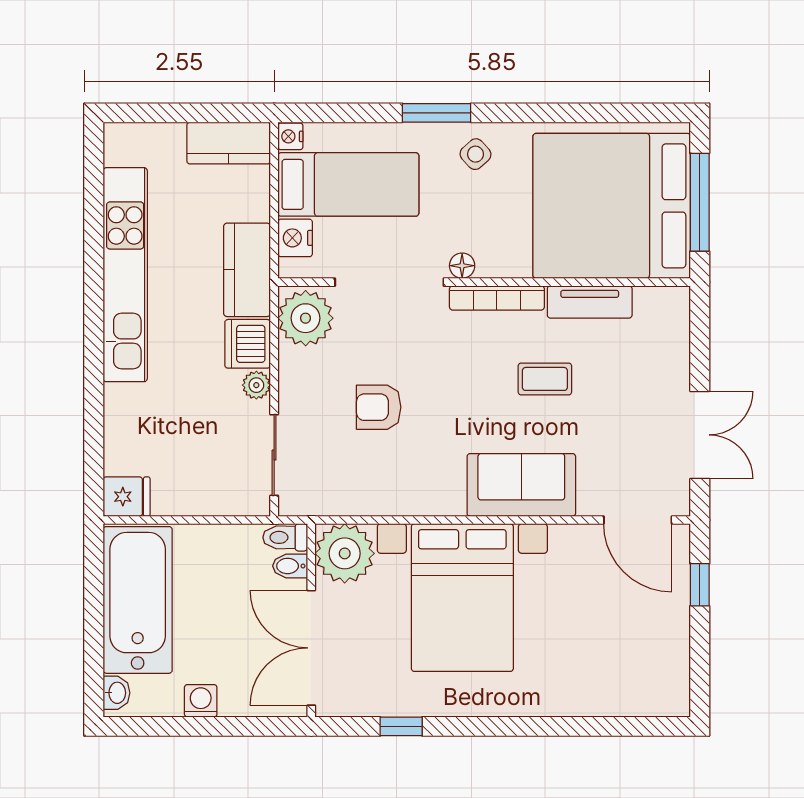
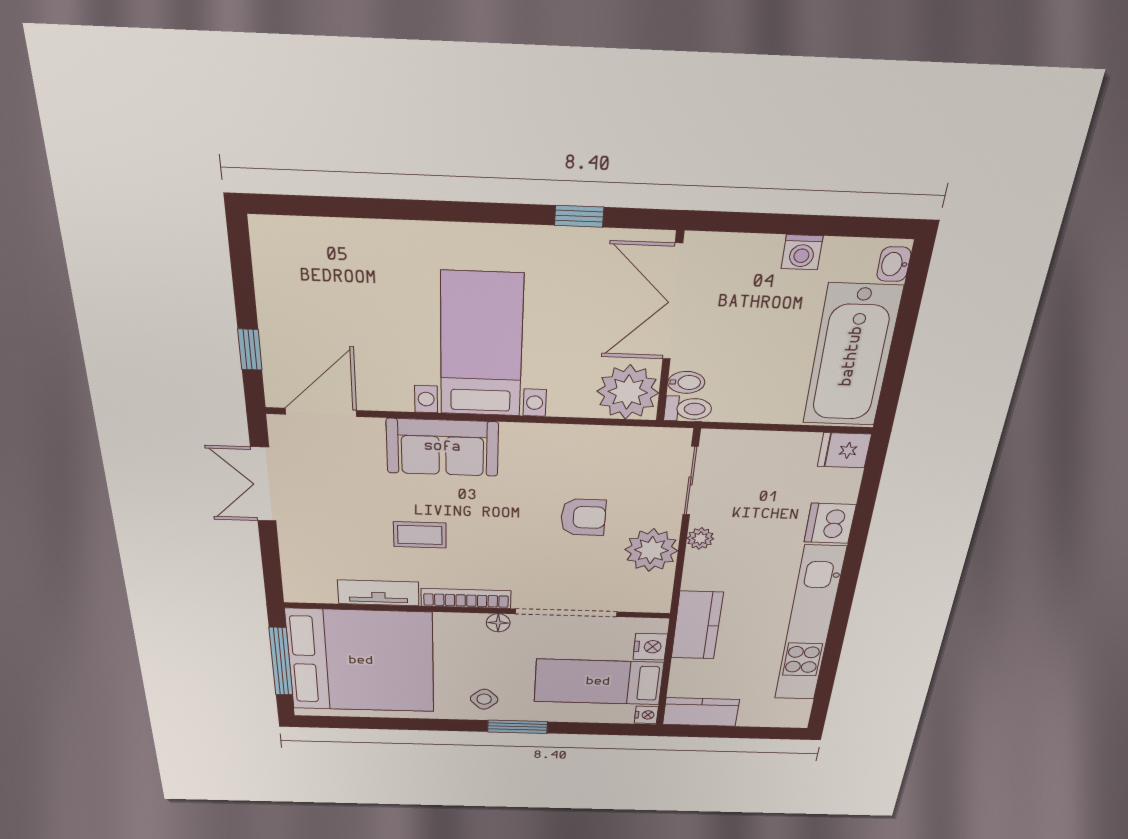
plant: (306, 318) -> (651, 550), moved
dishwasher: (248, 344) -> (830, 523), moved, turned 180
door: (638, 520) -> (321, 412), hinge flipped
bed with nightstands: (462, 598) -> (481, 345), width x0.73
double door: (311, 648) -> (673, 302), swing flipped

